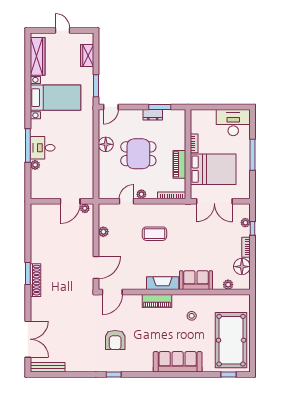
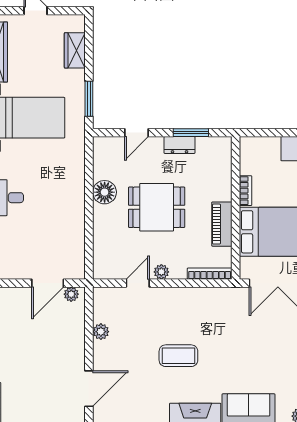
door: (111, 107) -> (137, 133), moved
coffee table: (154, 234) -> (178, 356), moved

